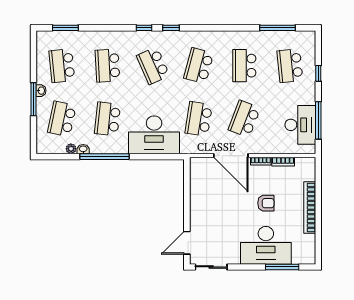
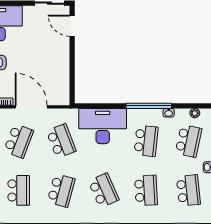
school desk: (199, 119) -> (61, 141), turned -30
plant: (71, 149) -> (195, 113), moved
door: (187, 243) -> (72, 26), swing flipped

